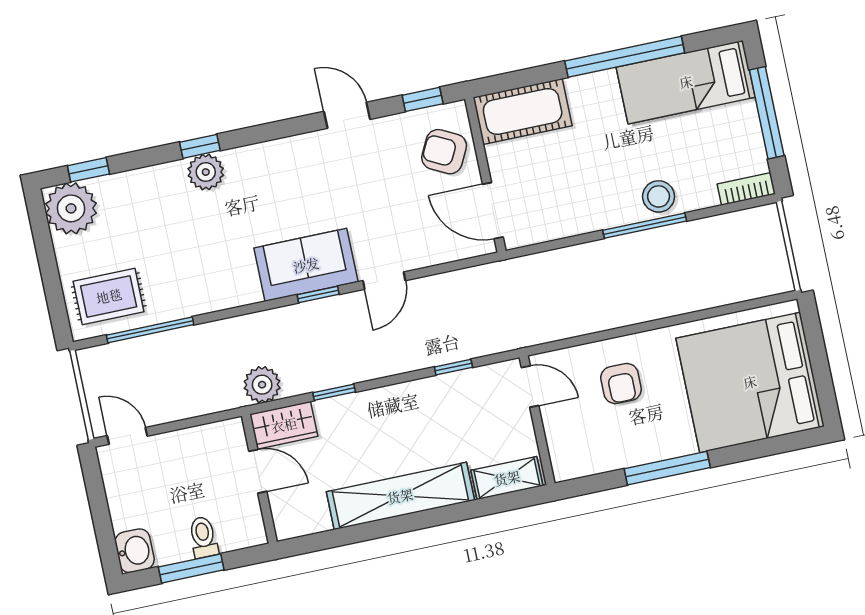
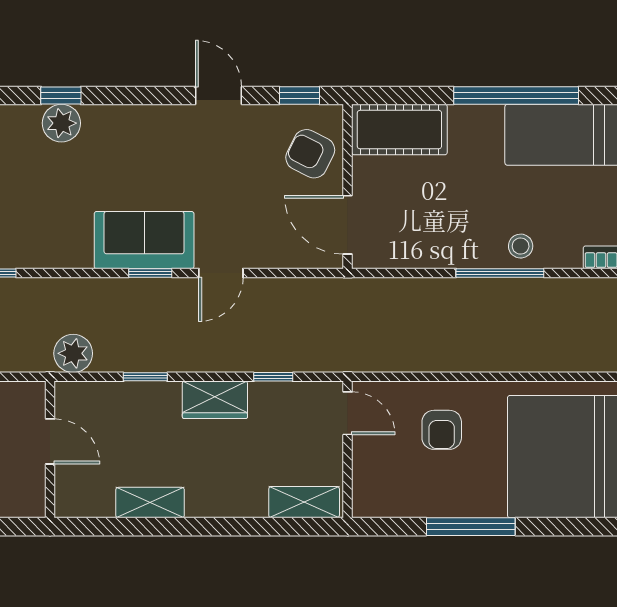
stool: (659, 196) -> (521, 246), width x0.73, depth x0.73
wardrobe: (284, 425) -> (215, 400), moved
shelving: (400, 496) -> (150, 503), width x0.45, depth x0.75

